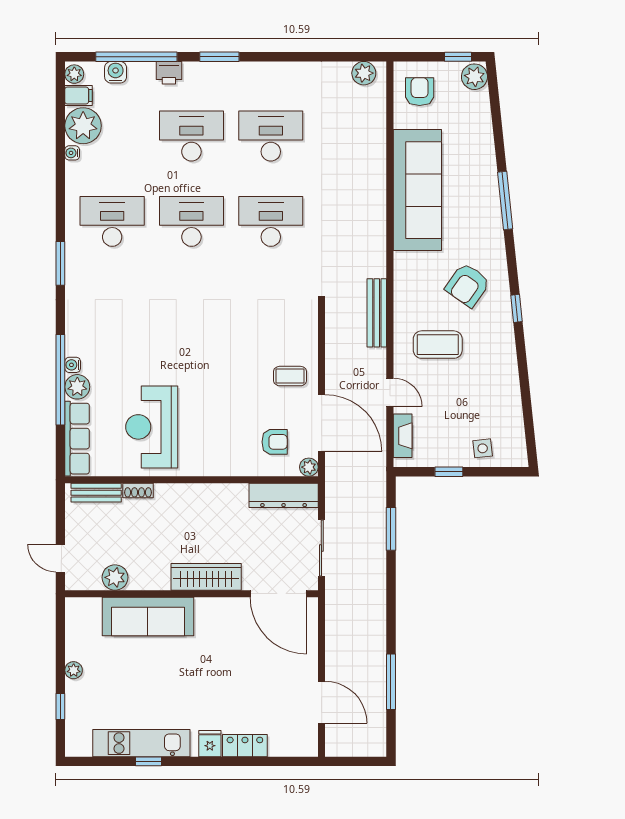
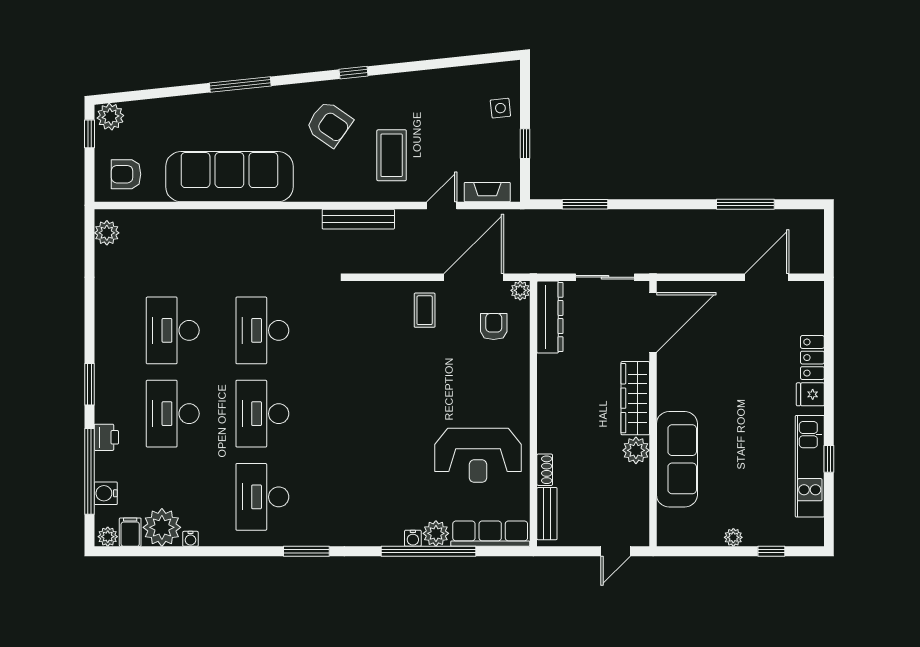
plant: (115, 577) -> (636, 450), moved

